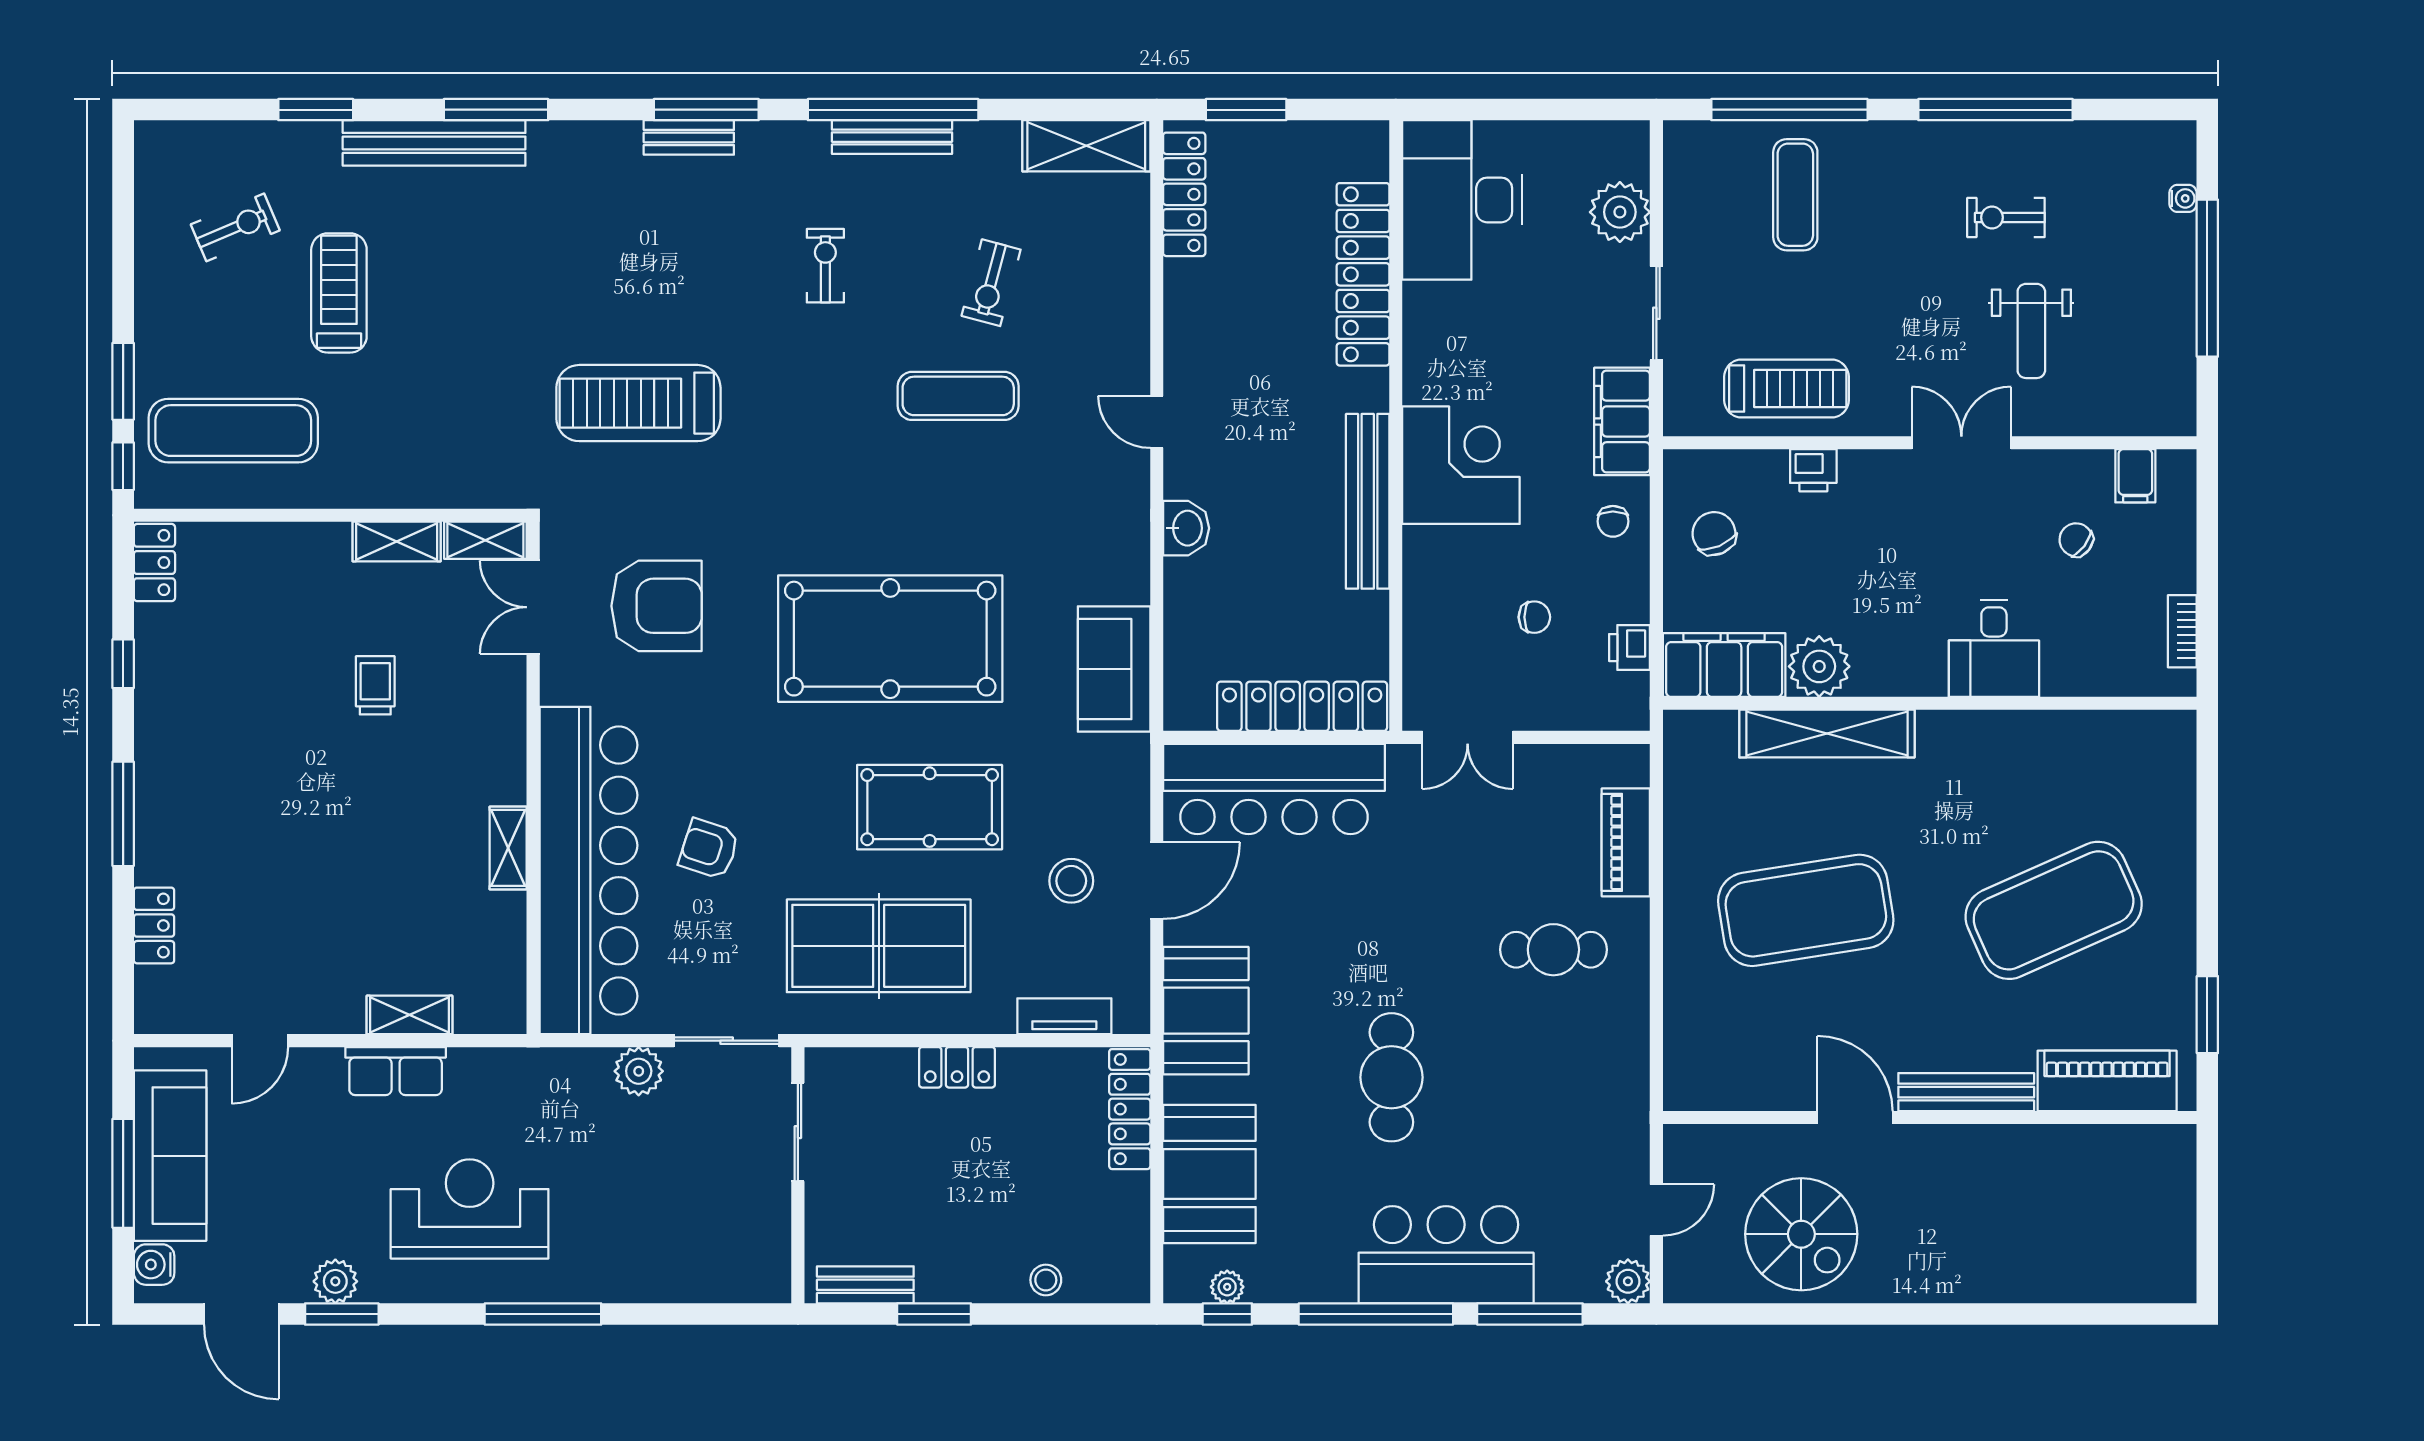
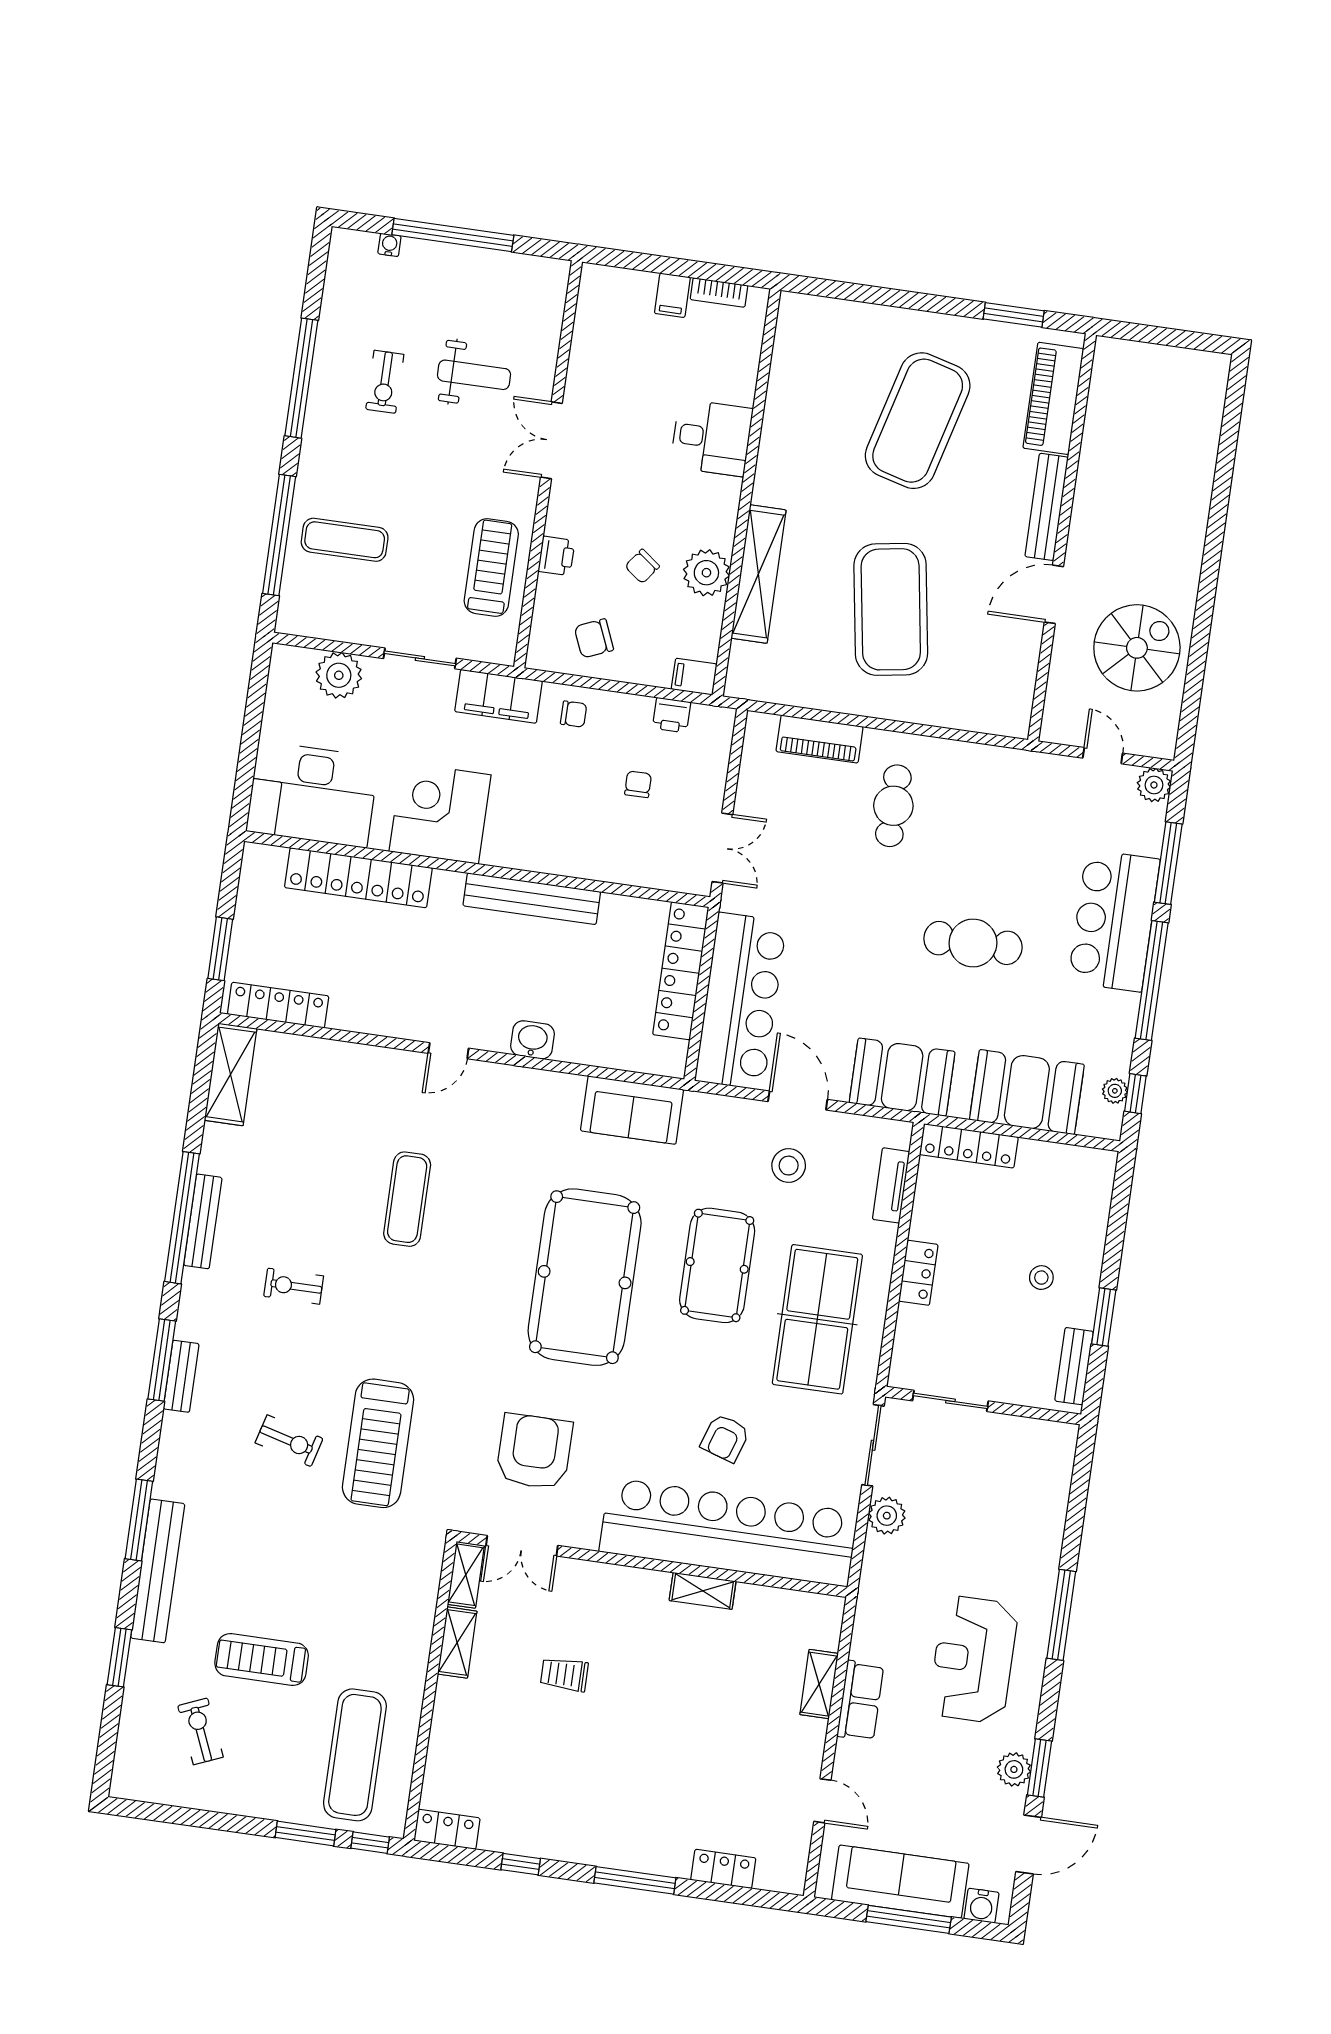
exercise bike: (991, 283) -> (289, 1441), moved
corner desk: (1461, 465) -> (440, 813), moved
filing cabinet: (2135, 476) -> (672, 295), moved, turned 90
chair: (2076, 540) -> (642, 566), moved
filing cabinet: (1724, 665) -> (694, 677), width x0.33, depth x0.86
exercise mat: (2054, 910) -> (918, 421), turned 39
stool: (1046, 1280) -> (1041, 1278), moved

